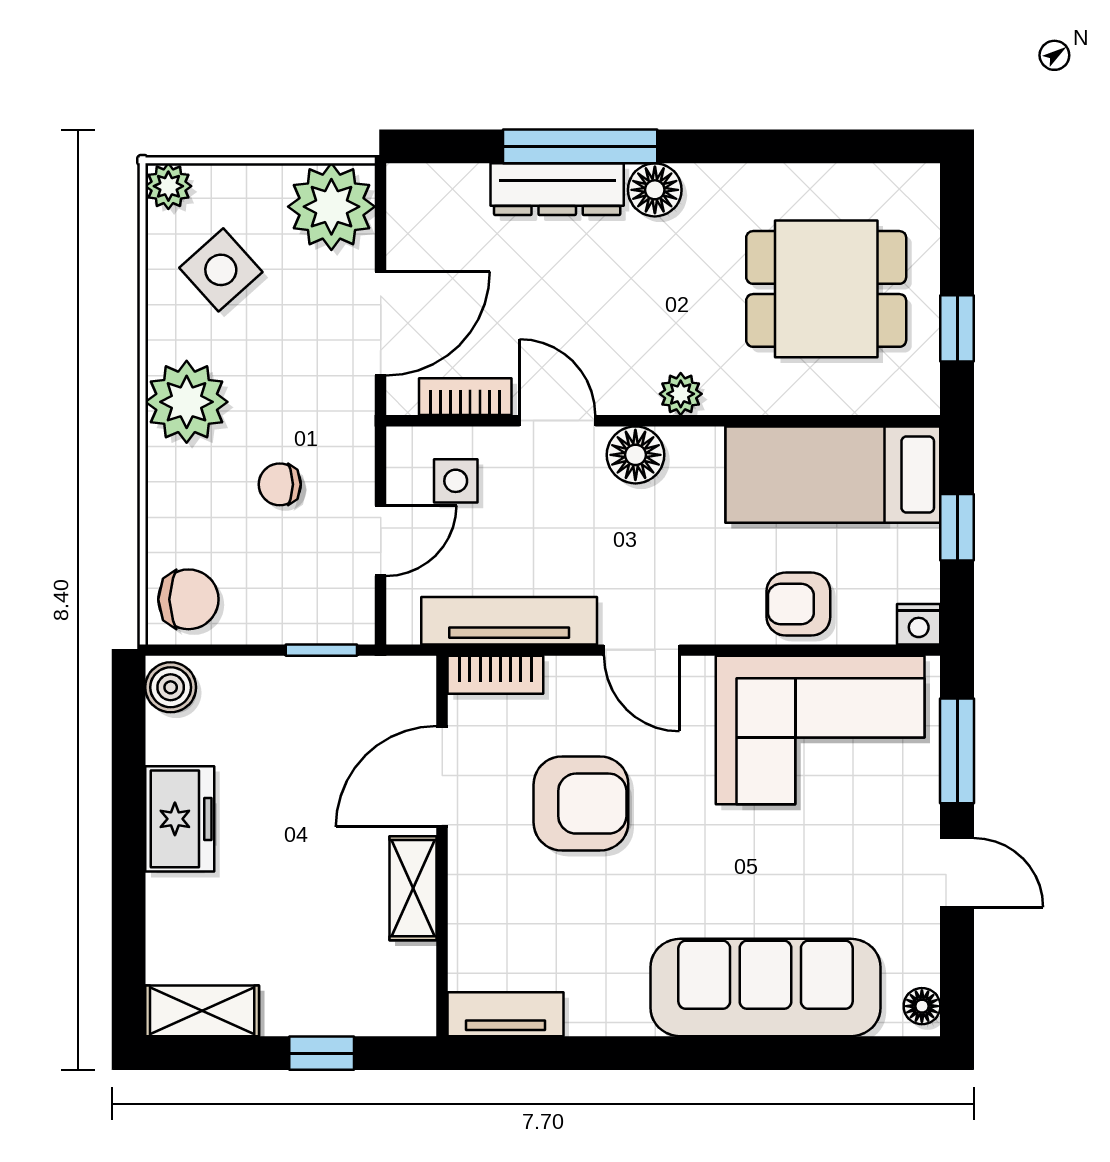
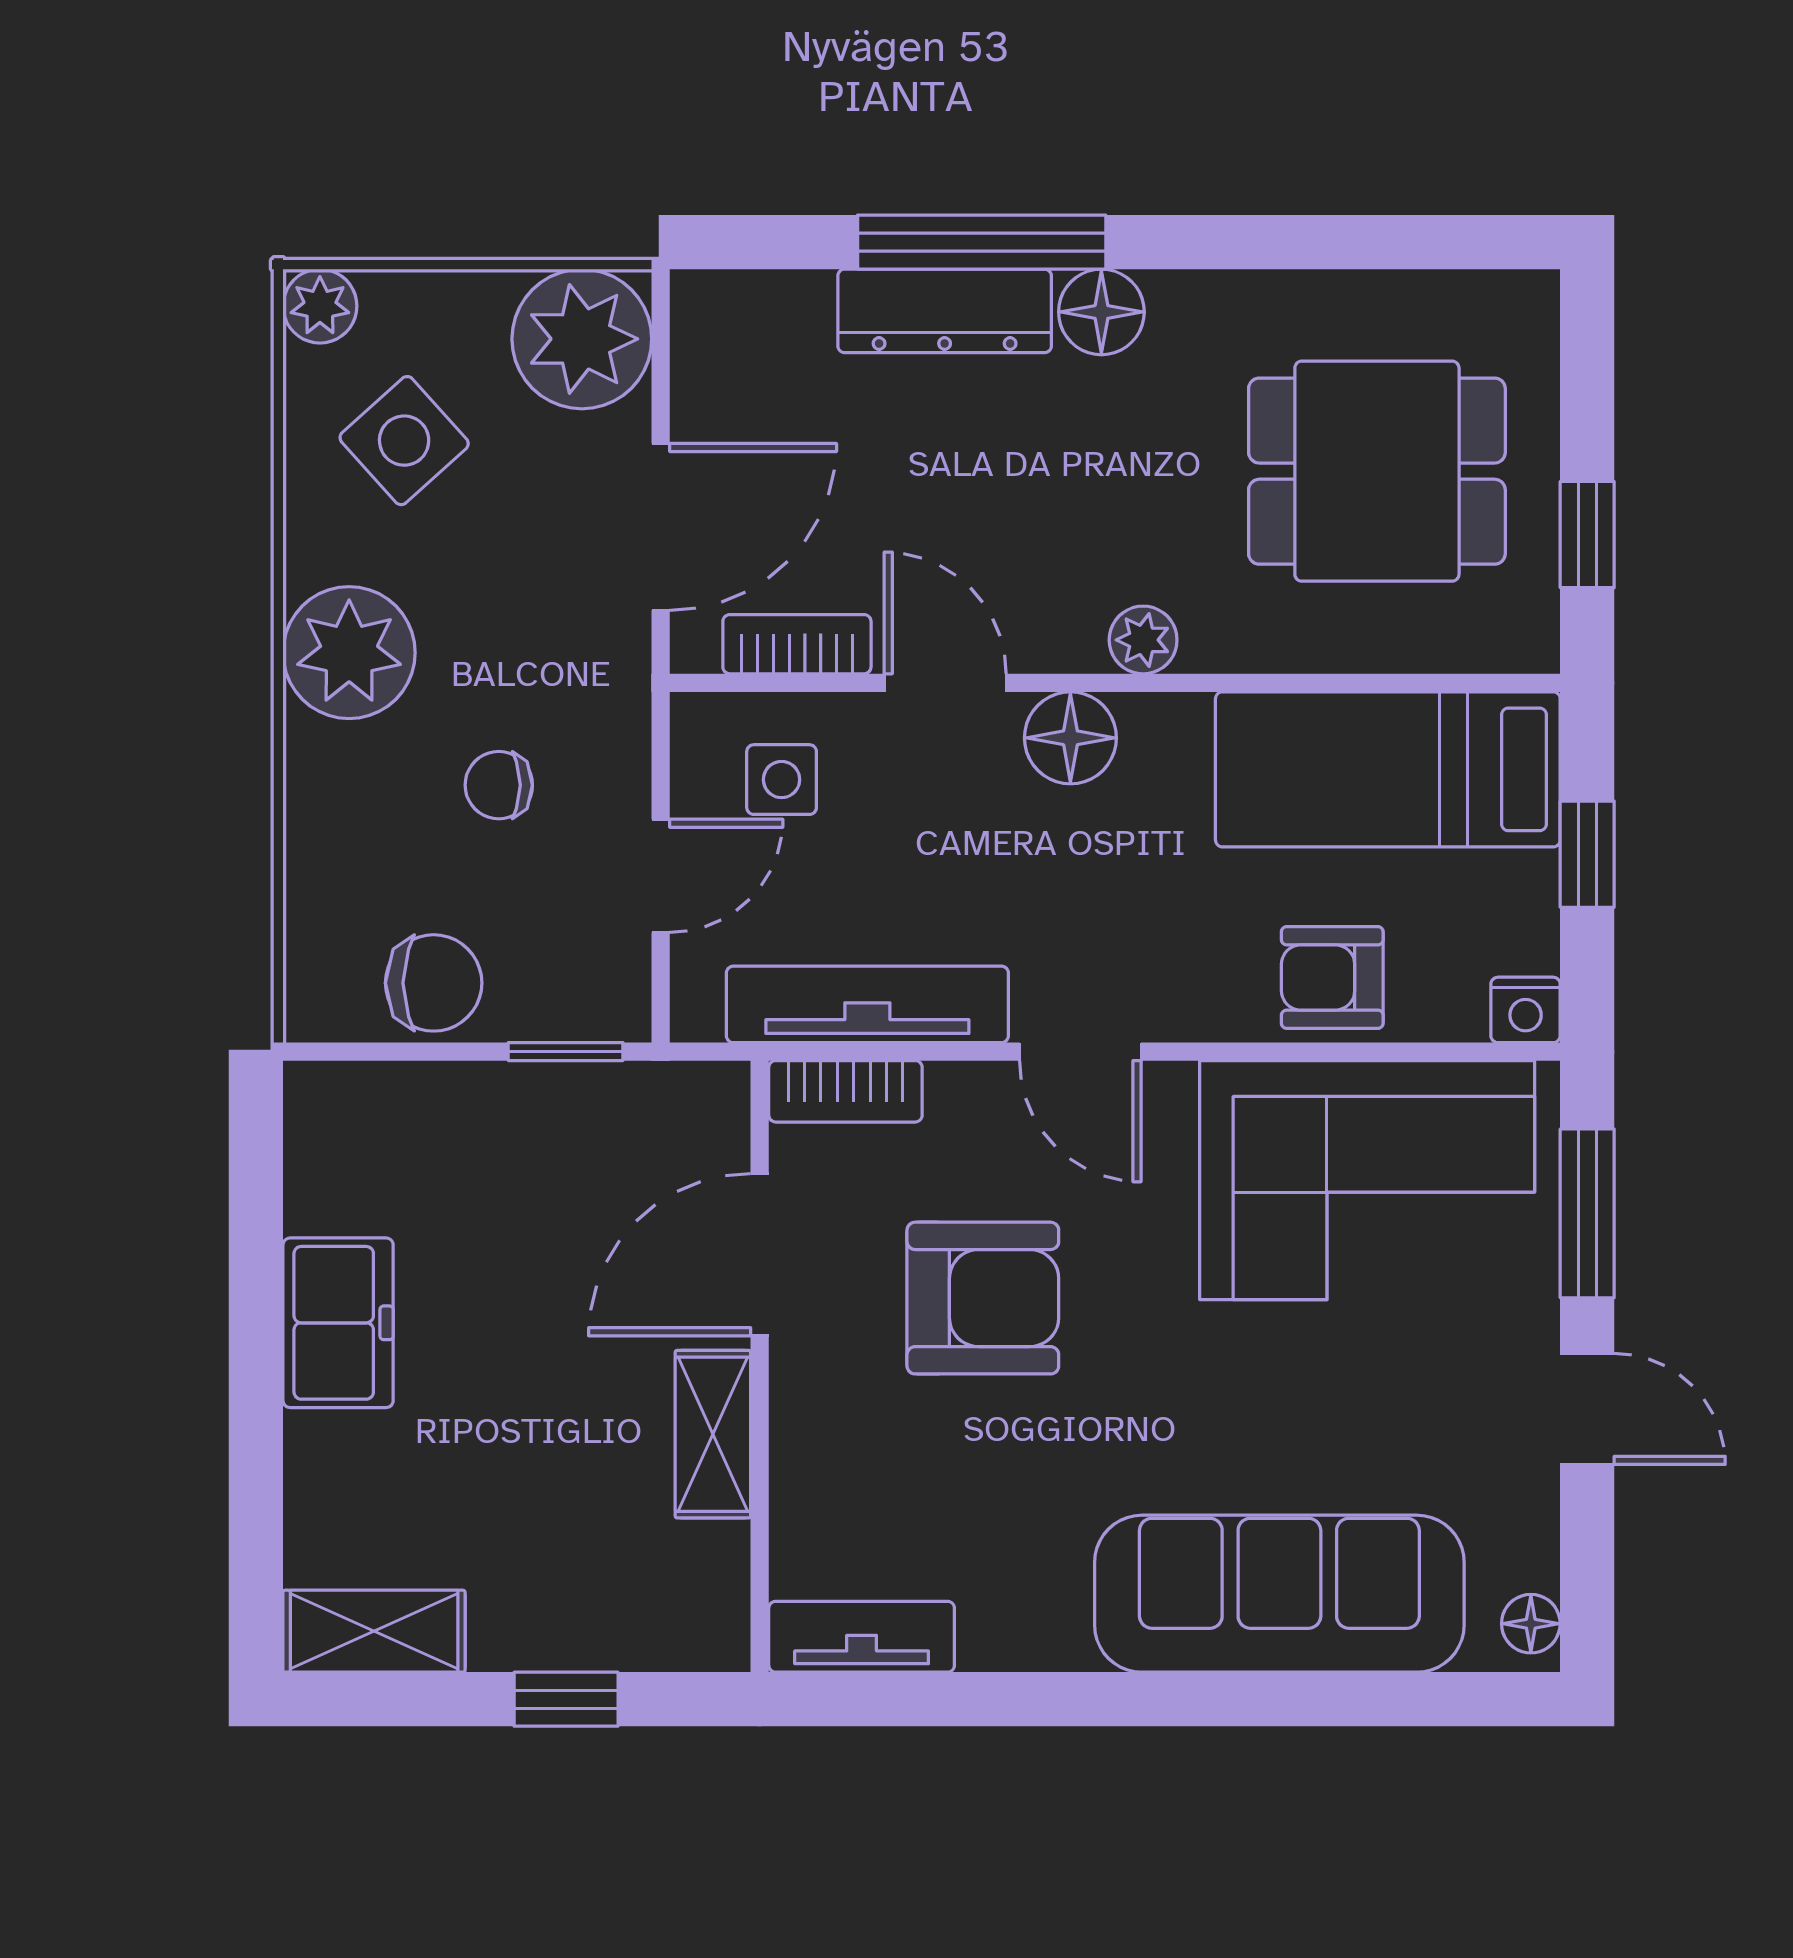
chair: (188, 599) -> (434, 983), moved
boiler: (171, 687) -> (323, 1111), removed

